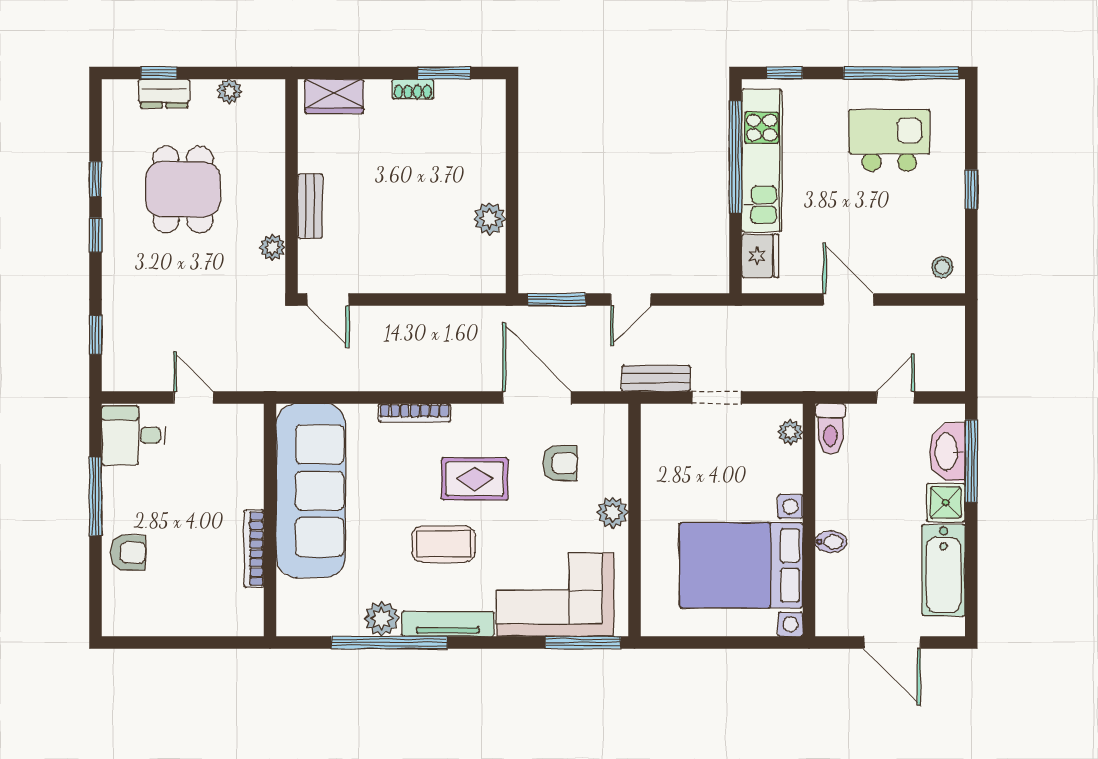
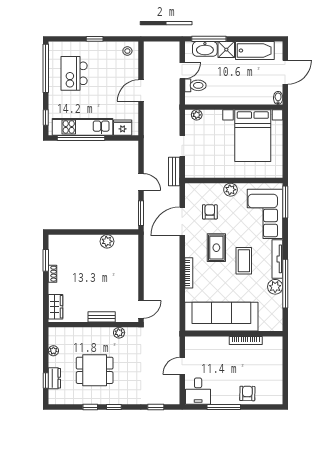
door: (895, 398) -> (182, 71), swing flipped
toilet: (830, 429) -> (195, 85), moved
bidet: (831, 542) -> (278, 98), moved

